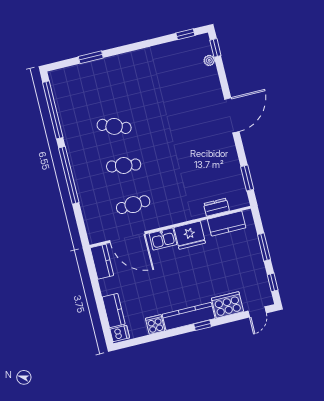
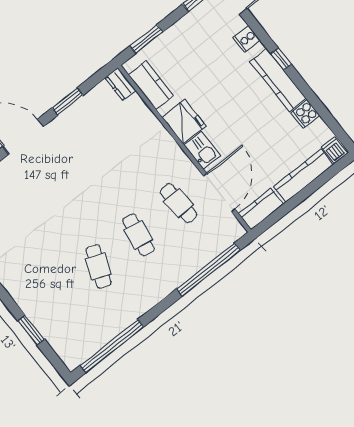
window: (69, 175) -> (208, 270), moved
window: (247, 178) -> (67, 101), moved
dresser: (216, 207) -> (120, 84), moved
window: (264, 247) -> (146, 39), moved
cooker: (227, 305) -> (247, 39), width x0.53, depth x0.76
kitchen counter: (114, 311) -> (303, 176), width x1.50

